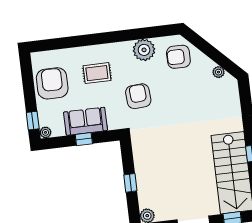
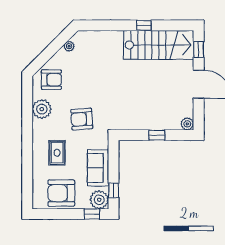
armchair: (178, 57) -> (51, 80), turned -90
plant: (45, 132) -> (99, 200), width x1.87, depth x1.87
window: (84, 139) -> (114, 190), moved

